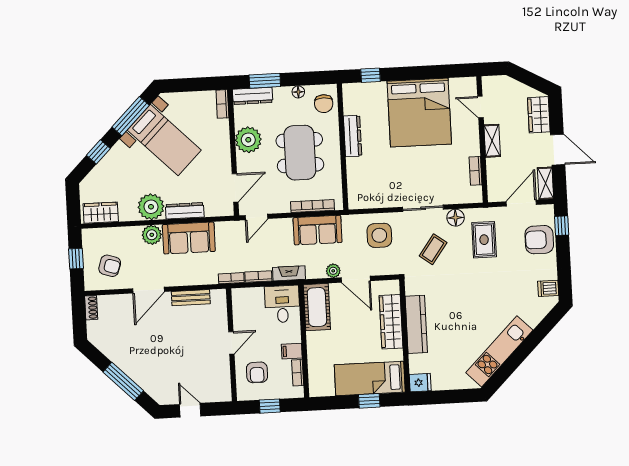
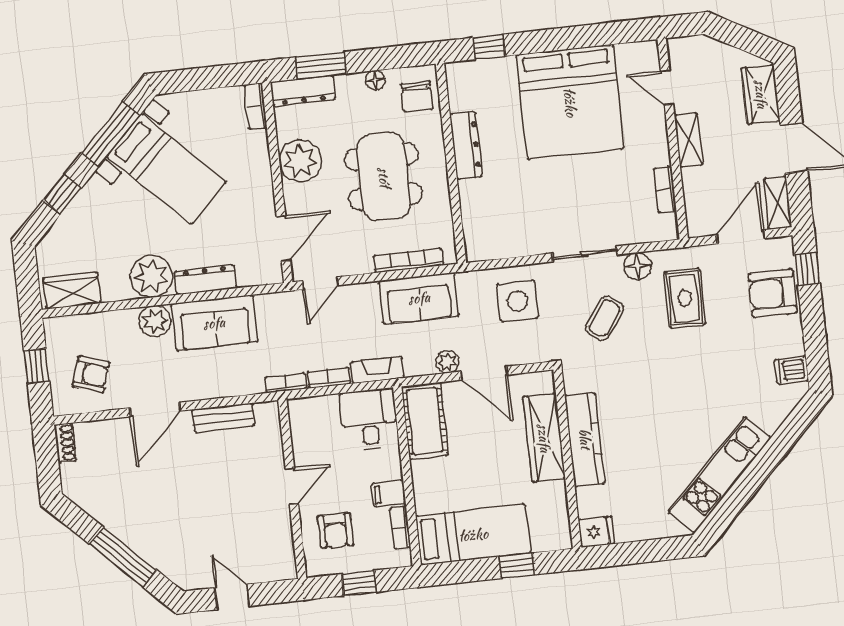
bed: (370, 378) -> (473, 535), moved, turned 180

